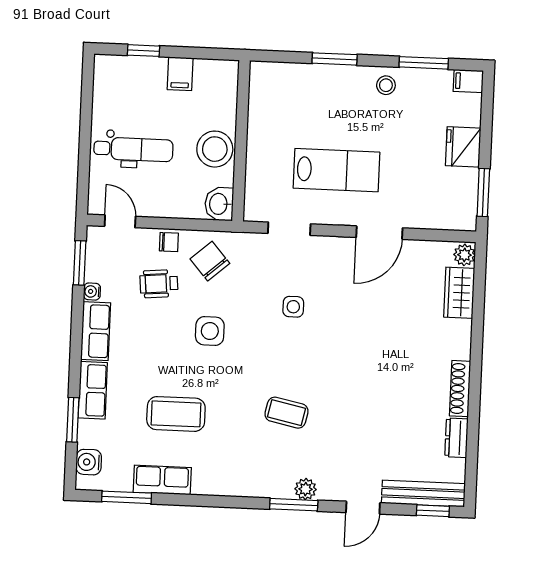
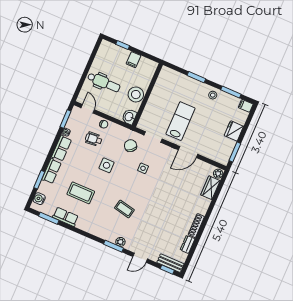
lab bench: (337, 170) -> (181, 121), turned -90
chair: (210, 261) -> (131, 146), moved
bench: (423, 493) -> (170, 263), width x0.73

